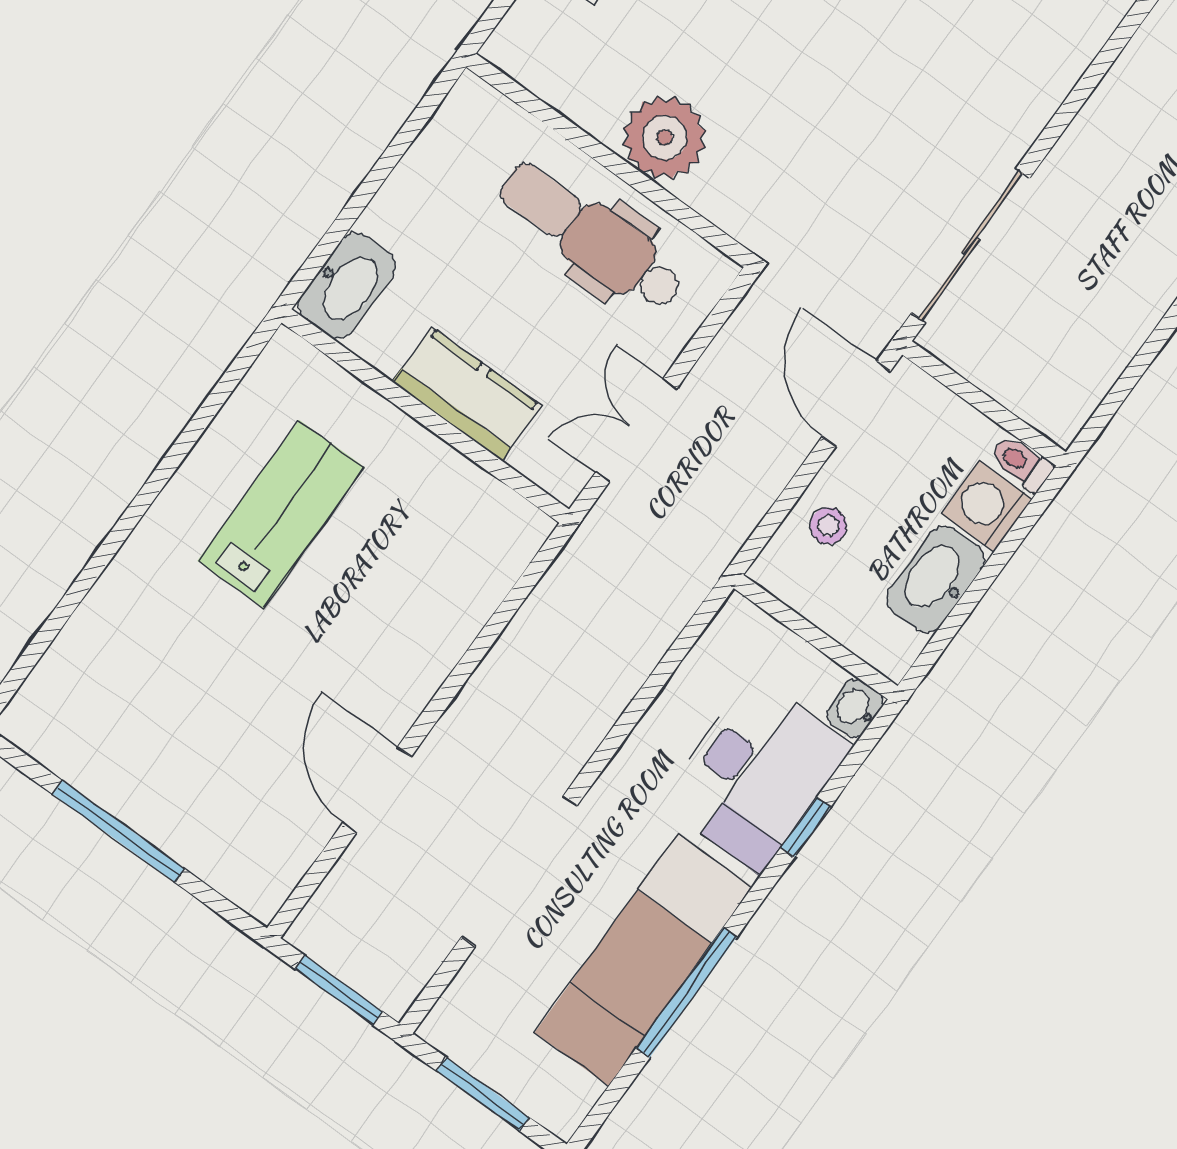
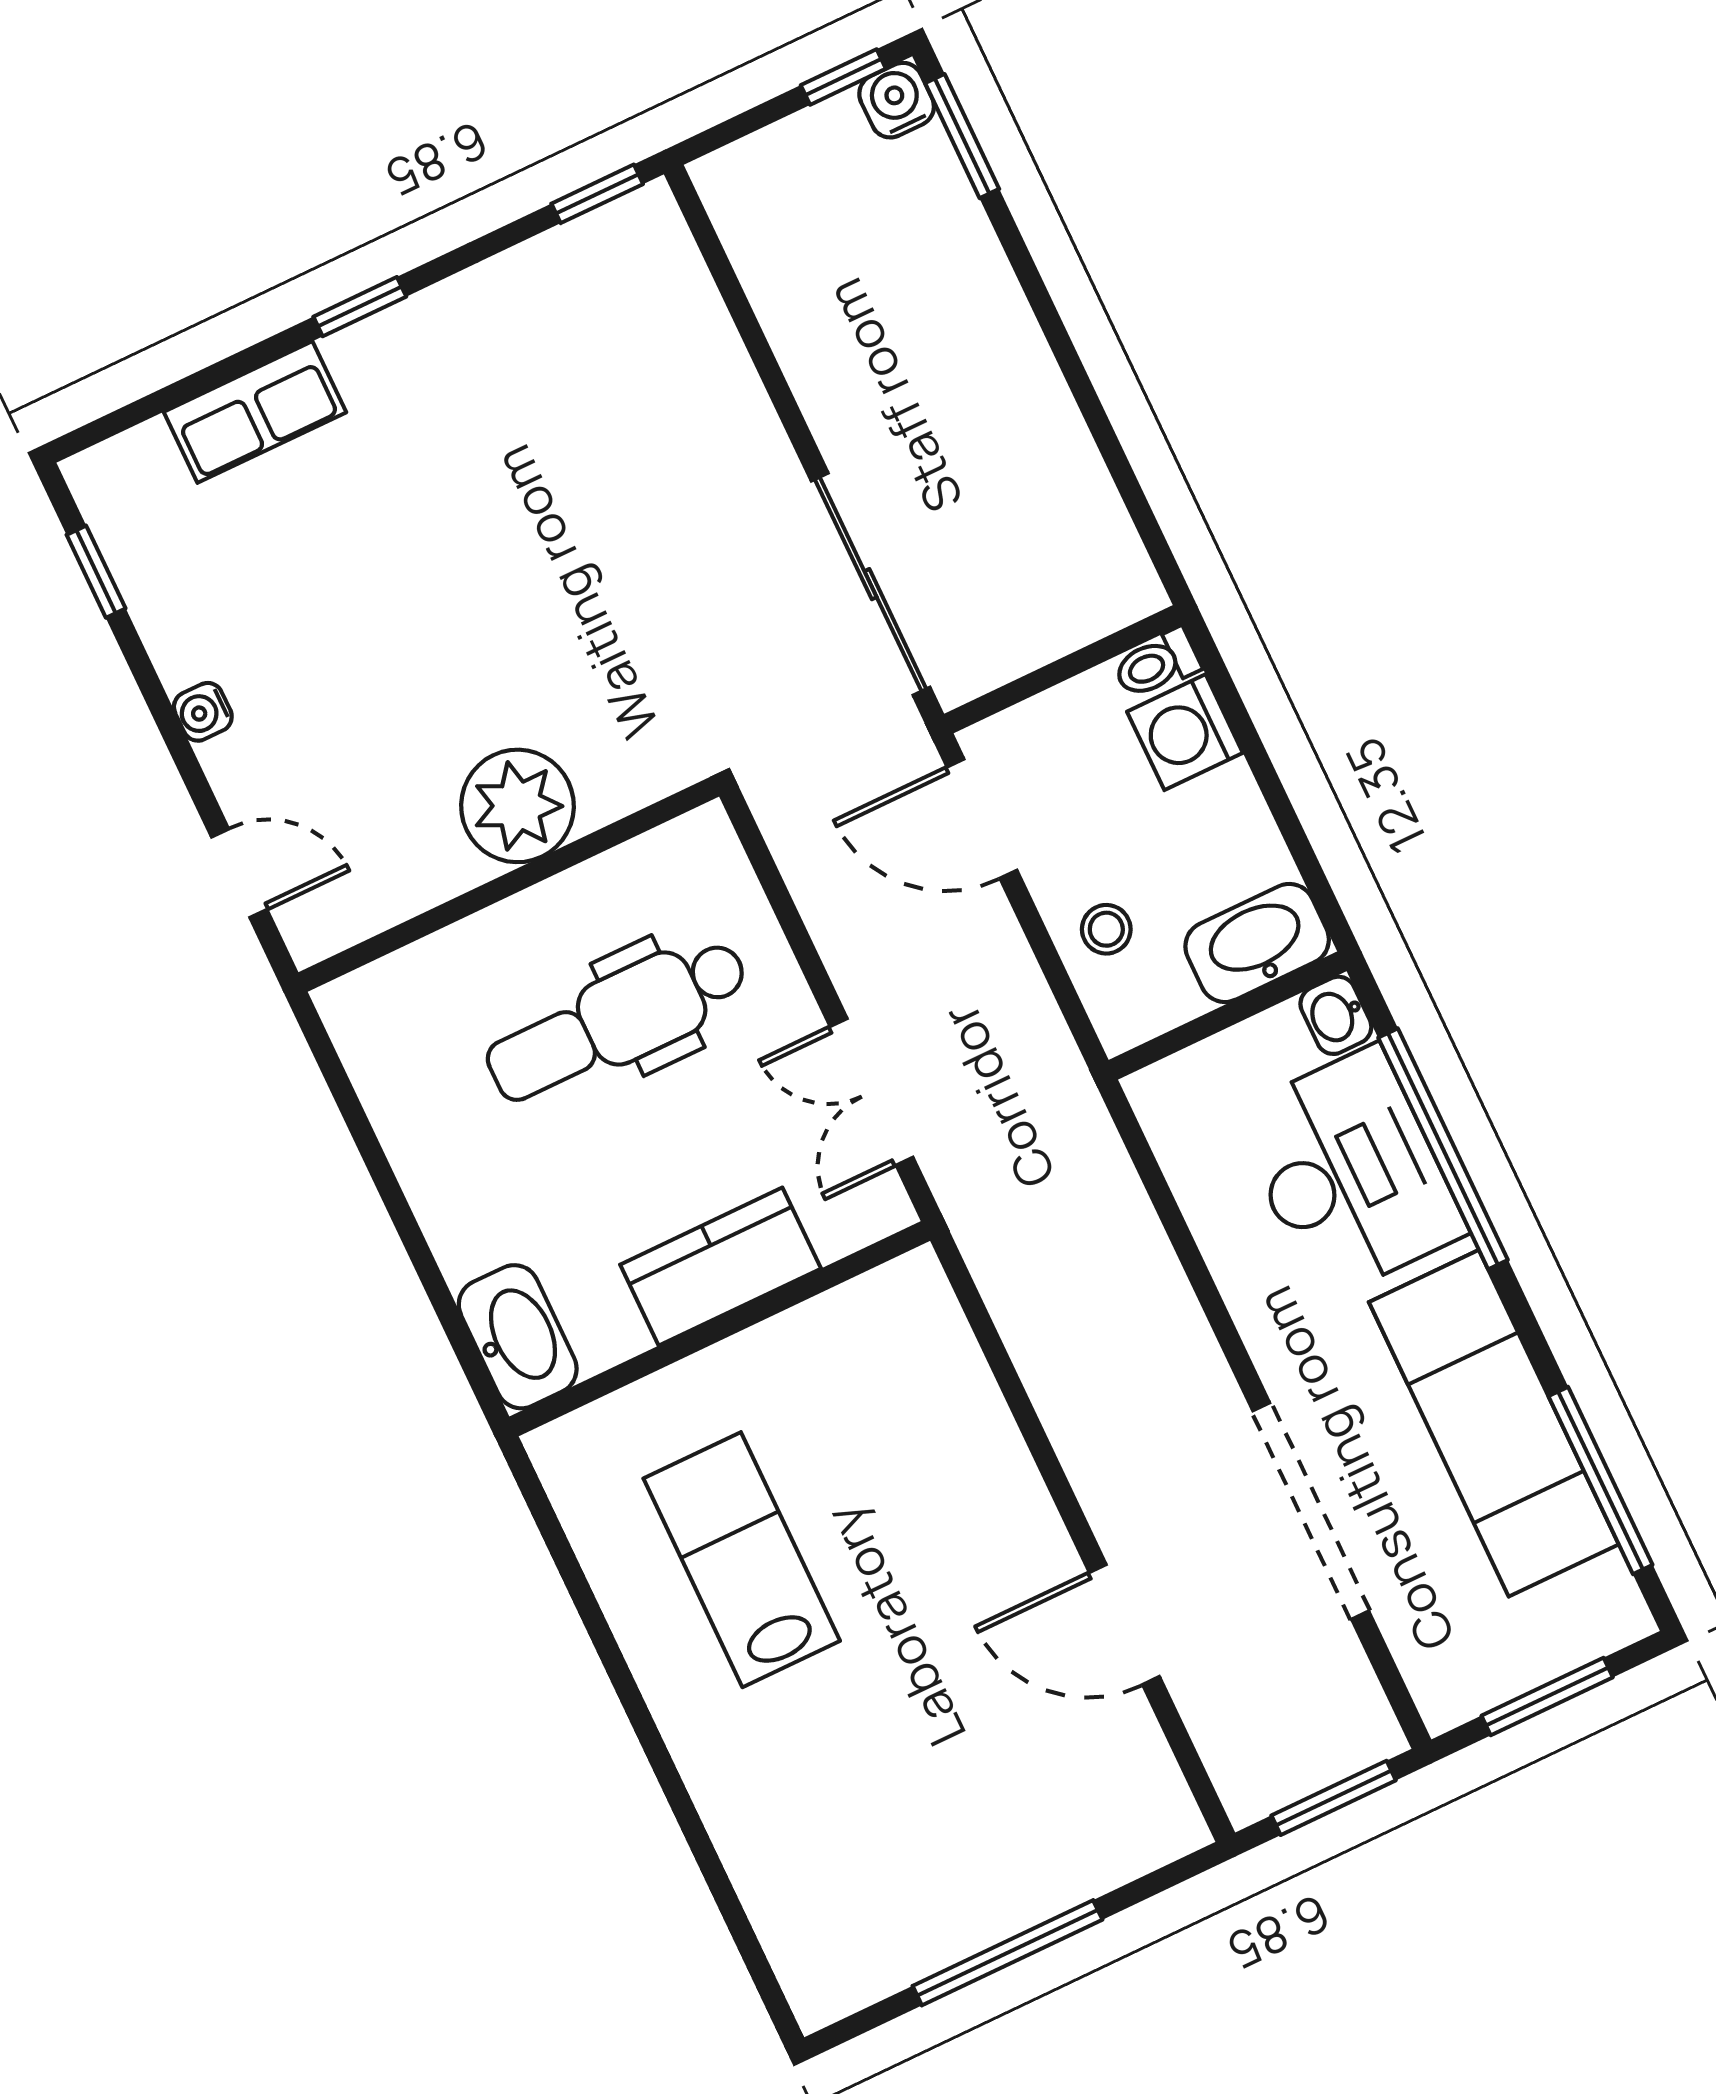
plant: (665, 138) -> (517, 806), moved
wall: (610, 160) -> (509, 884), moved
washbasin: (936, 579) -> (1257, 943), moved, turned 90
window: (806, 827) -> (1443, 1149), width x3.17
window: (686, 993) -> (1600, 1481), moved

